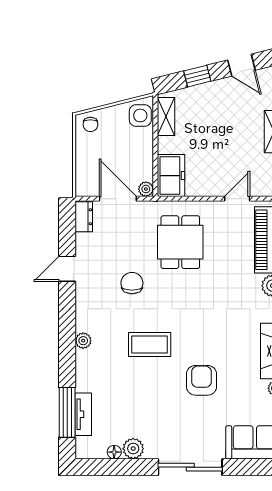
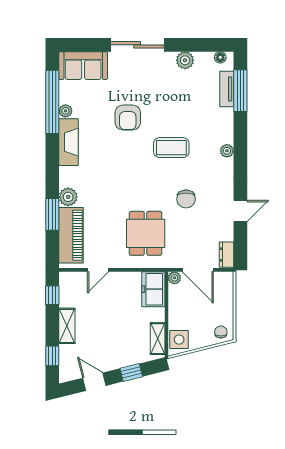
floor lamp: (114, 452) -> (220, 57), moved

